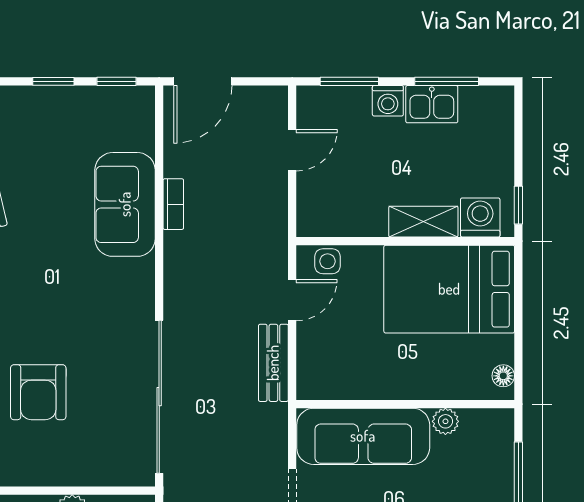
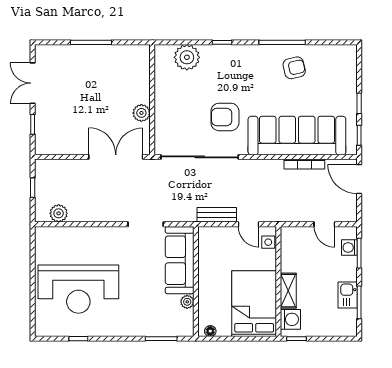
washing machine: (388, 101) -> (349, 247), moved
sofa: (125, 204) -> (297, 136), width x1.85, depth x1.27
bookcase: (173, 204) -> (304, 164), width x1.56
armchair: (38, 392) -> (225, 117), moved

